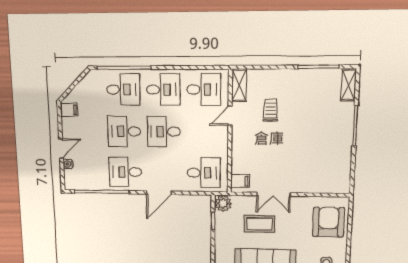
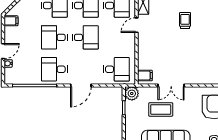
trolley: (270, 110) -> (185, 21), moved
desk: (164, 132) -> (85, 37), turned 180

